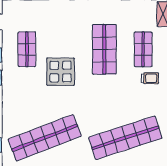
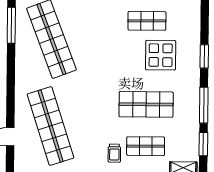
display table: (61, 72) -> (161, 55), moved

